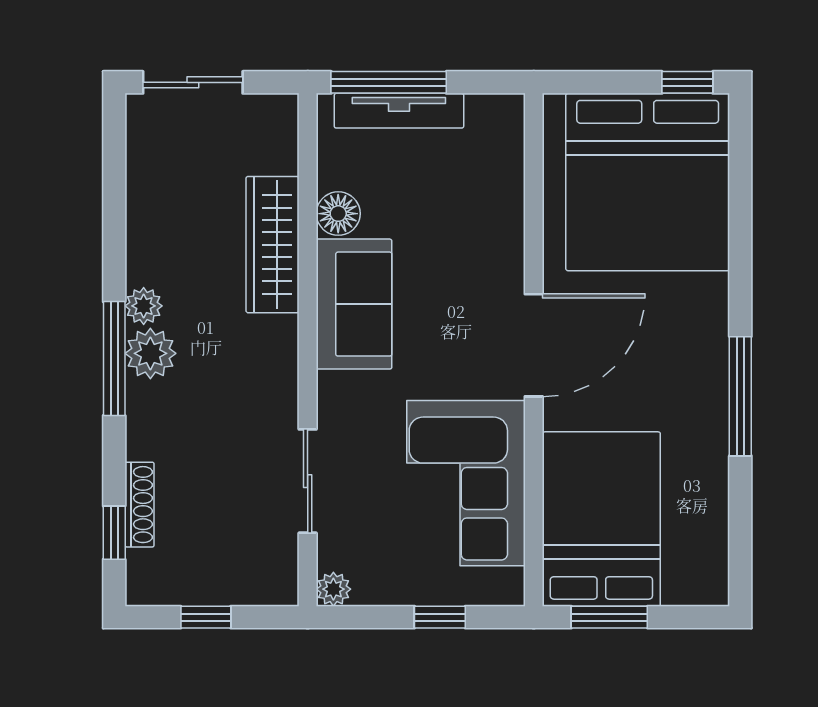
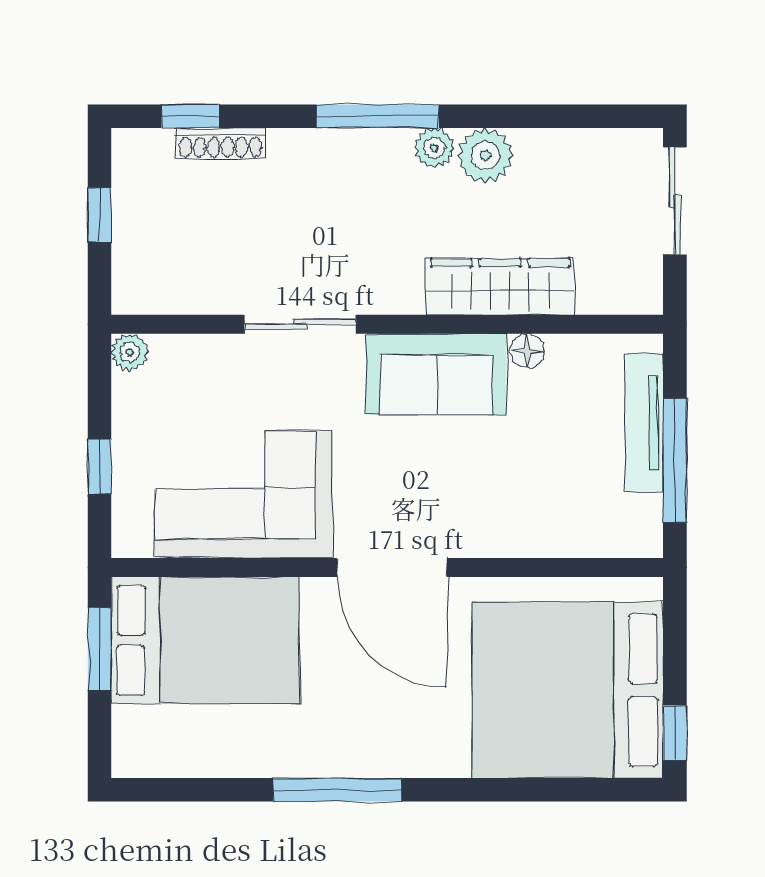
window: (389, 82) -> (675, 460), moved
floor lamp: (338, 214) -> (527, 351), width x0.73, depth x0.73
plant: (150, 353) -> (485, 155), moved
sliding door: (308, 481) -> (300, 324), moved

